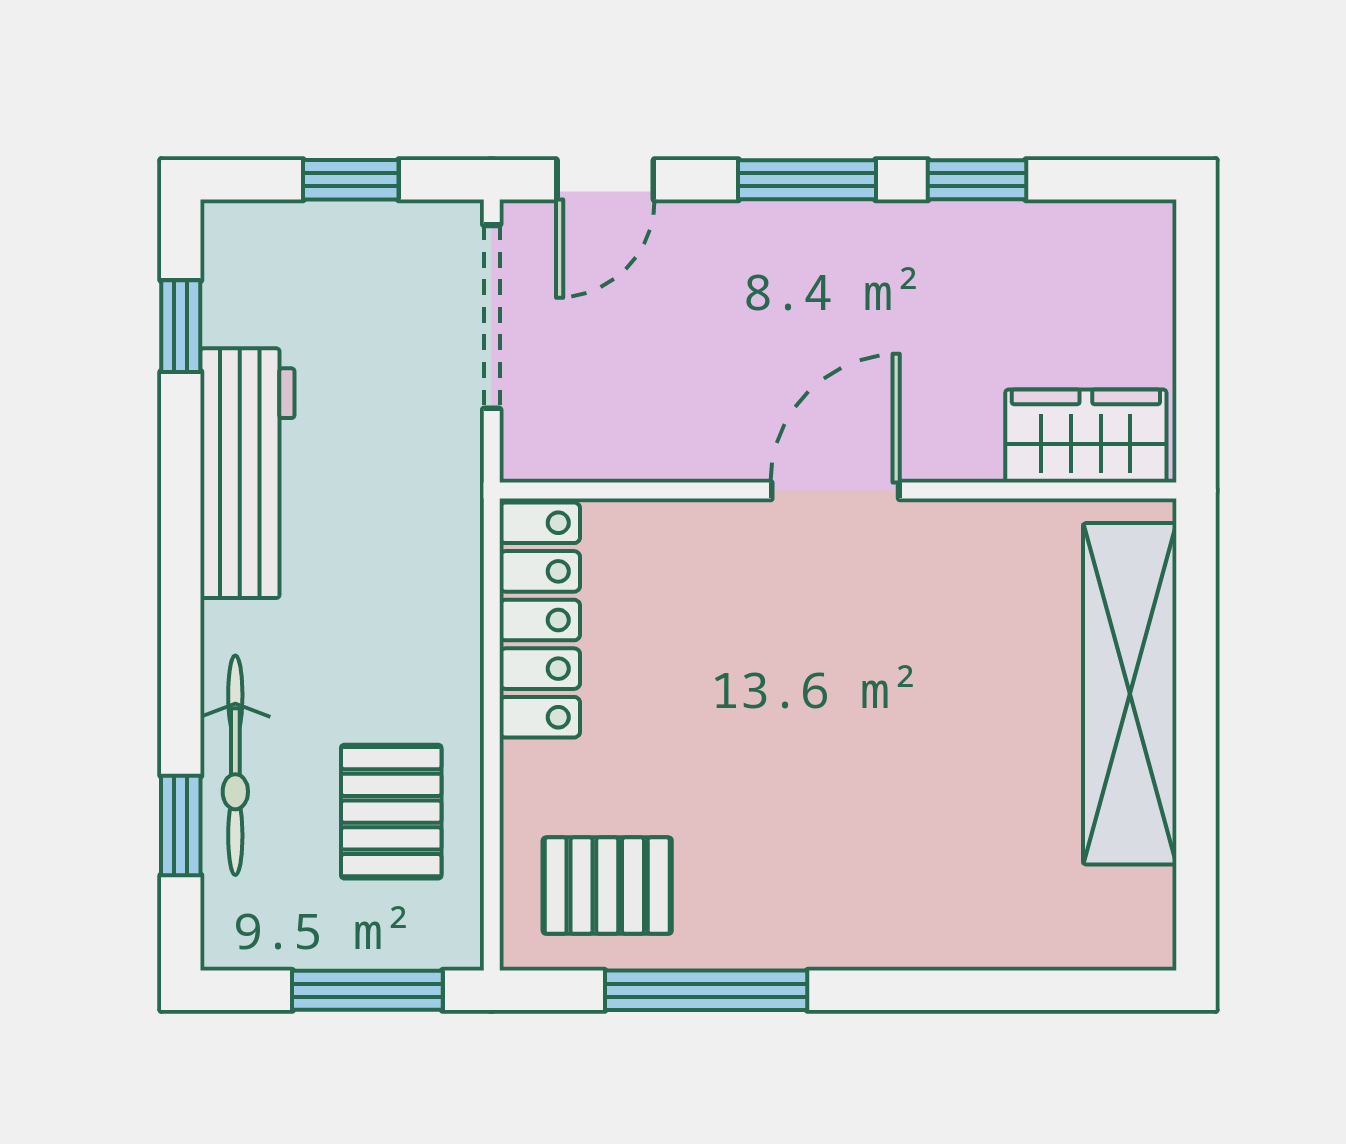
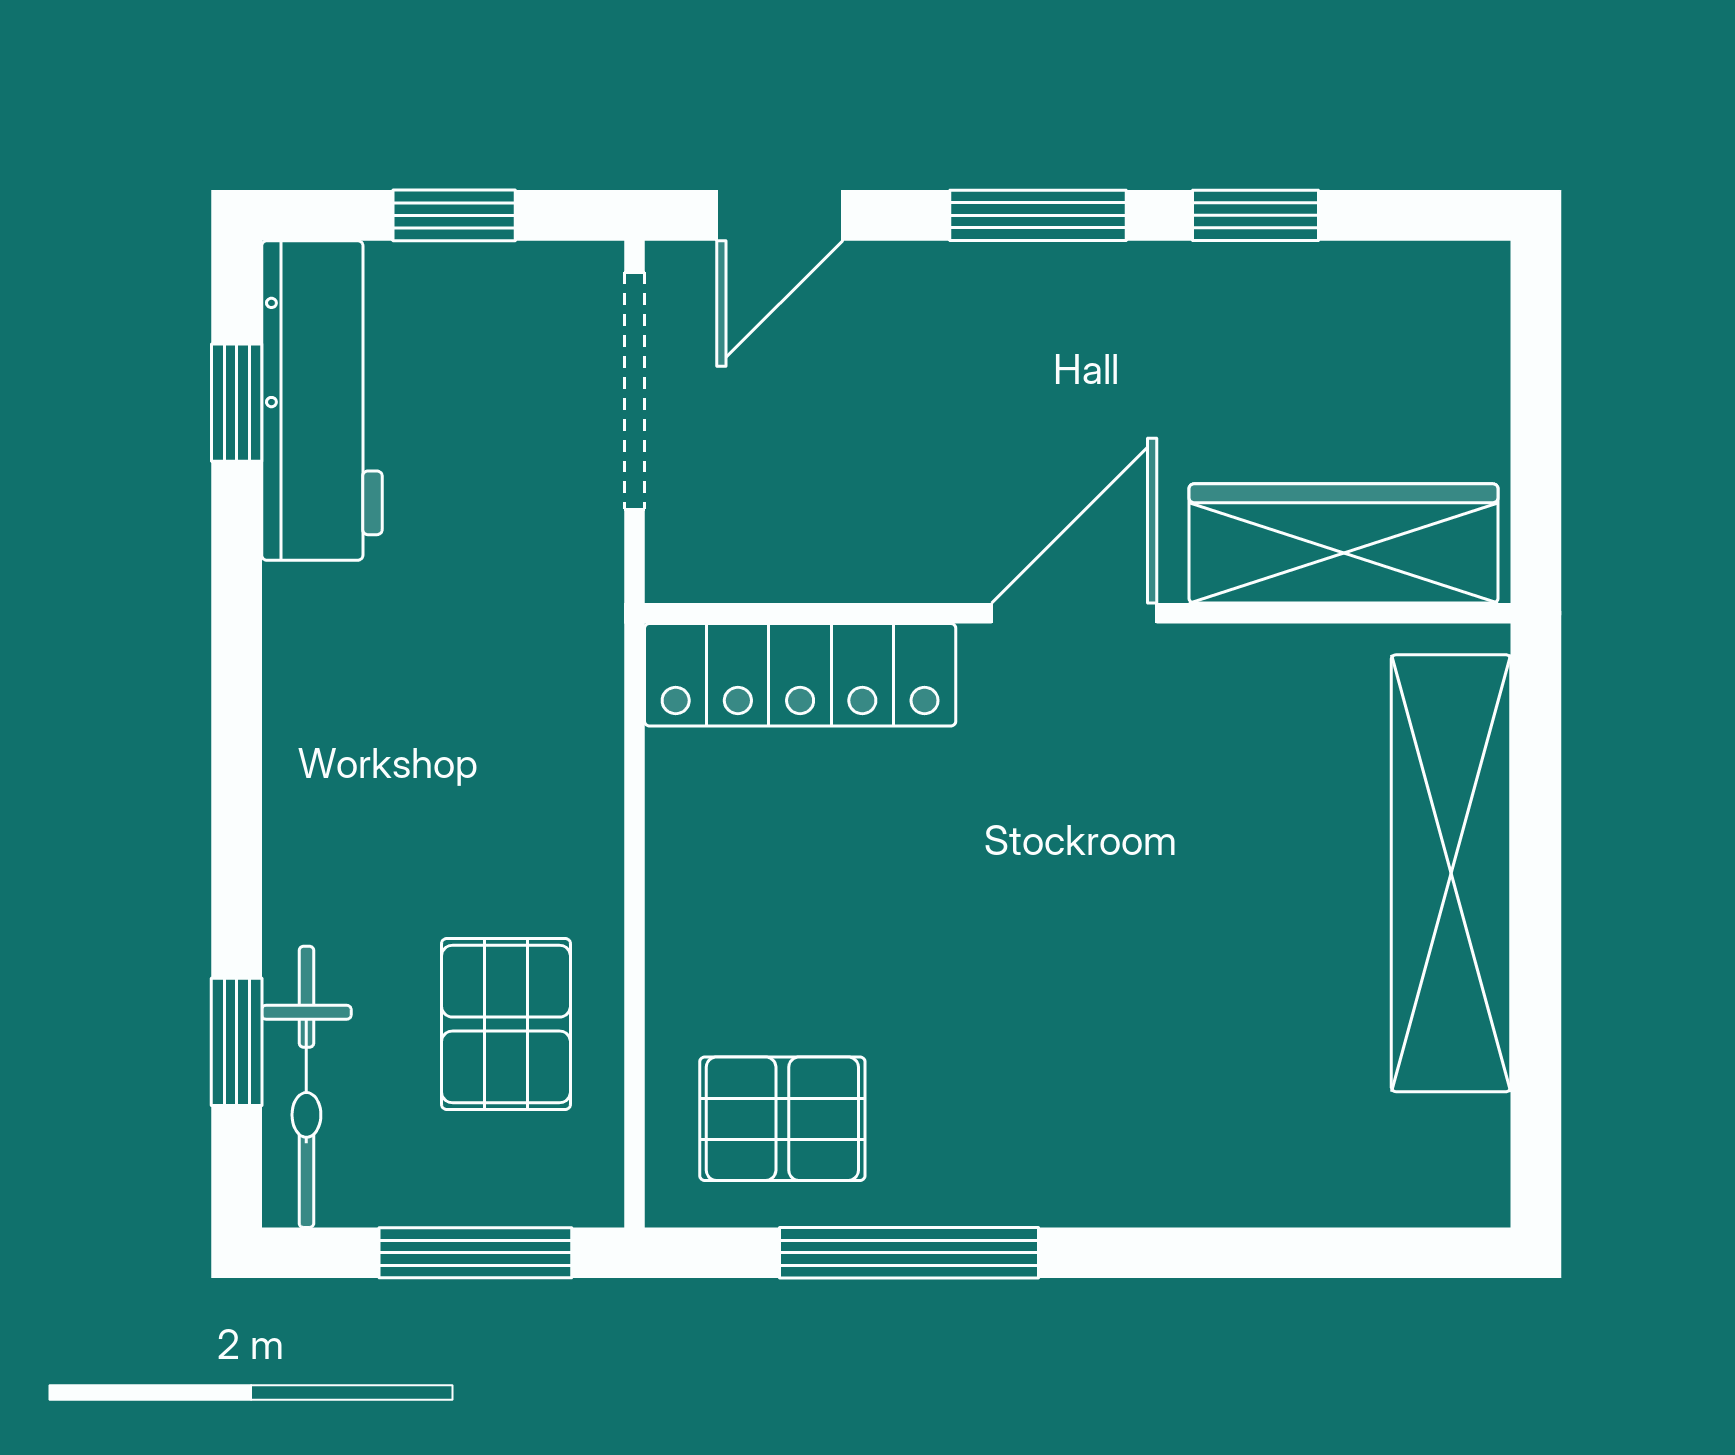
wardrobe: (1086, 436) -> (1343, 543), width x1.50
workbench: (247, 473) -> (322, 400), moved
locker: (540, 620) -> (800, 675), moved, turned 90
bicycle: (235, 765) -> (306, 1087), moved

